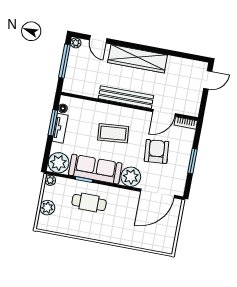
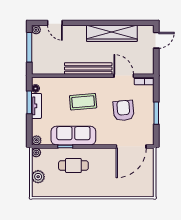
wardrobe: (138, 59) -> (112, 33), moved
door: (164, 113) -> (124, 76), swing flipped
plant: (59, 163) -> (36, 140), width x0.53, depth x0.53
plant: (131, 177) -> (105, 136), removed

